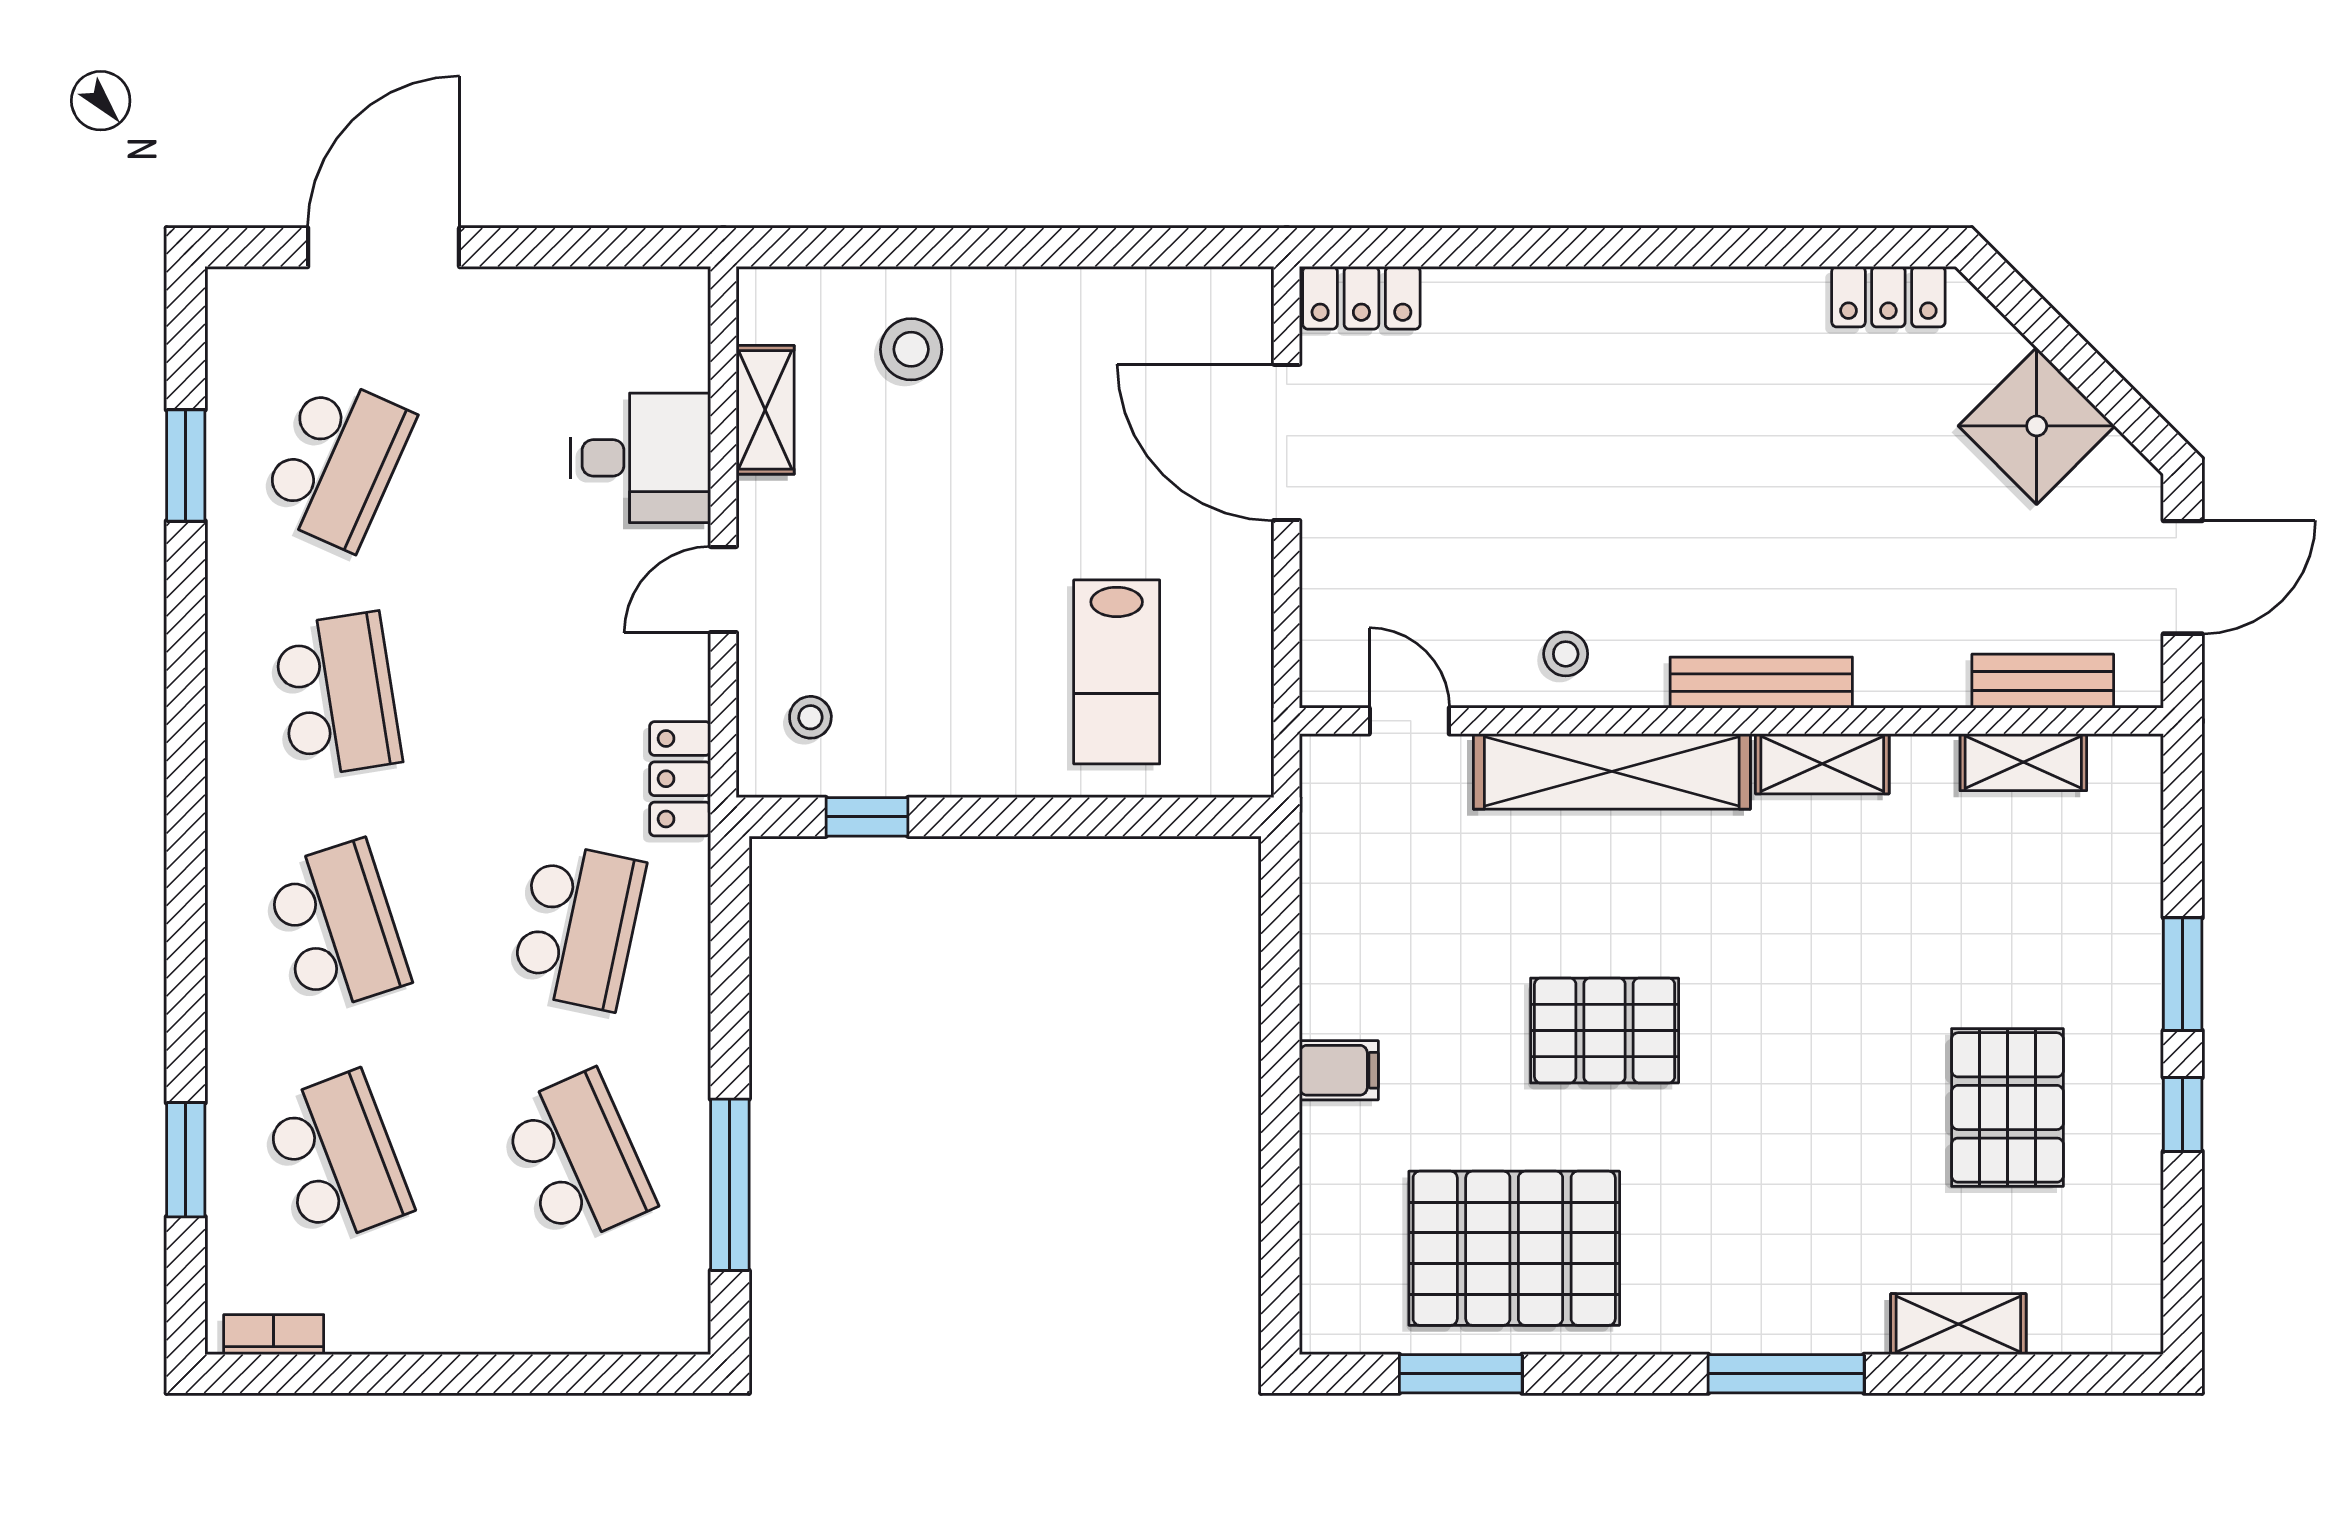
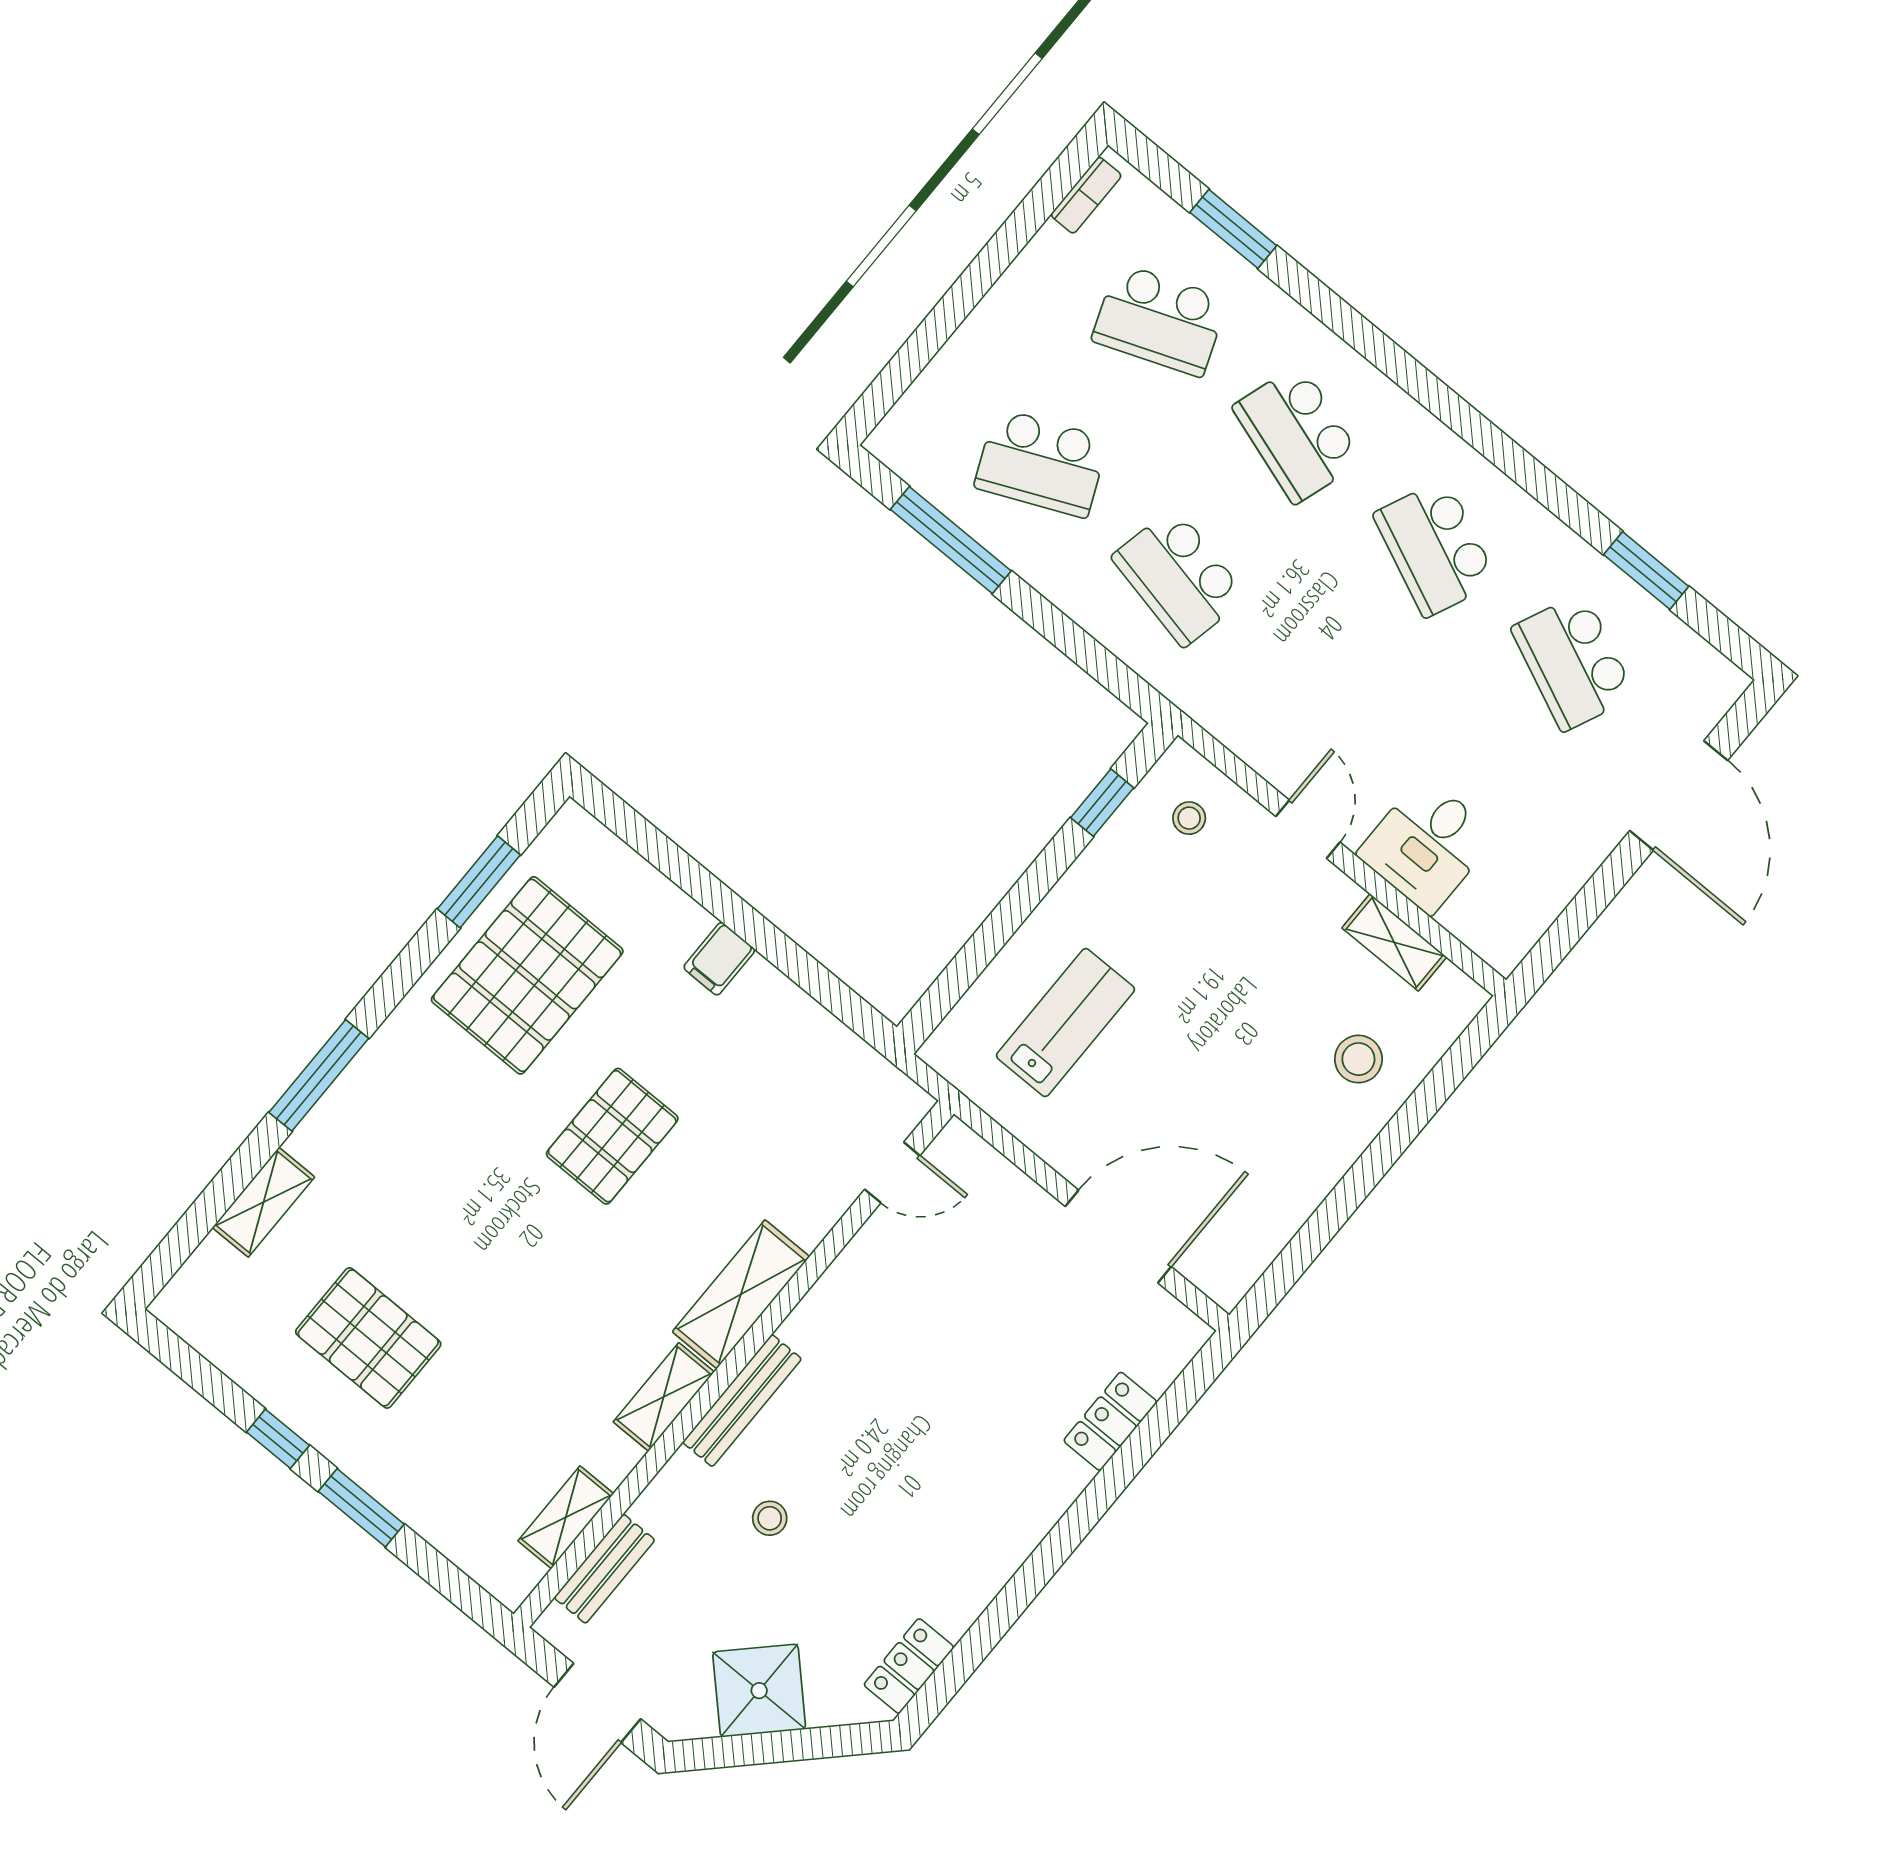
locker: (1361, 298) -> (1110, 1421), moved
stool: (1566, 654) -> (770, 1518), moved
lab bench: (1117, 672) -> (1065, 1023), turned 90
school desk: (338, 695) -> (1435, 548), turned 33
shelving: (1612, 771) -> (741, 1294), width x0.68
locker: (680, 779) -> (1217, 710), removed
school desk: (338, 926) -> (1297, 434), turned 36

